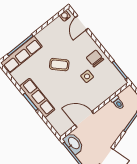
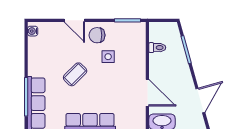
door: (82, 23) -> (74, 20), moved
door: (84, 119) -> (147, 93), swing flipped

